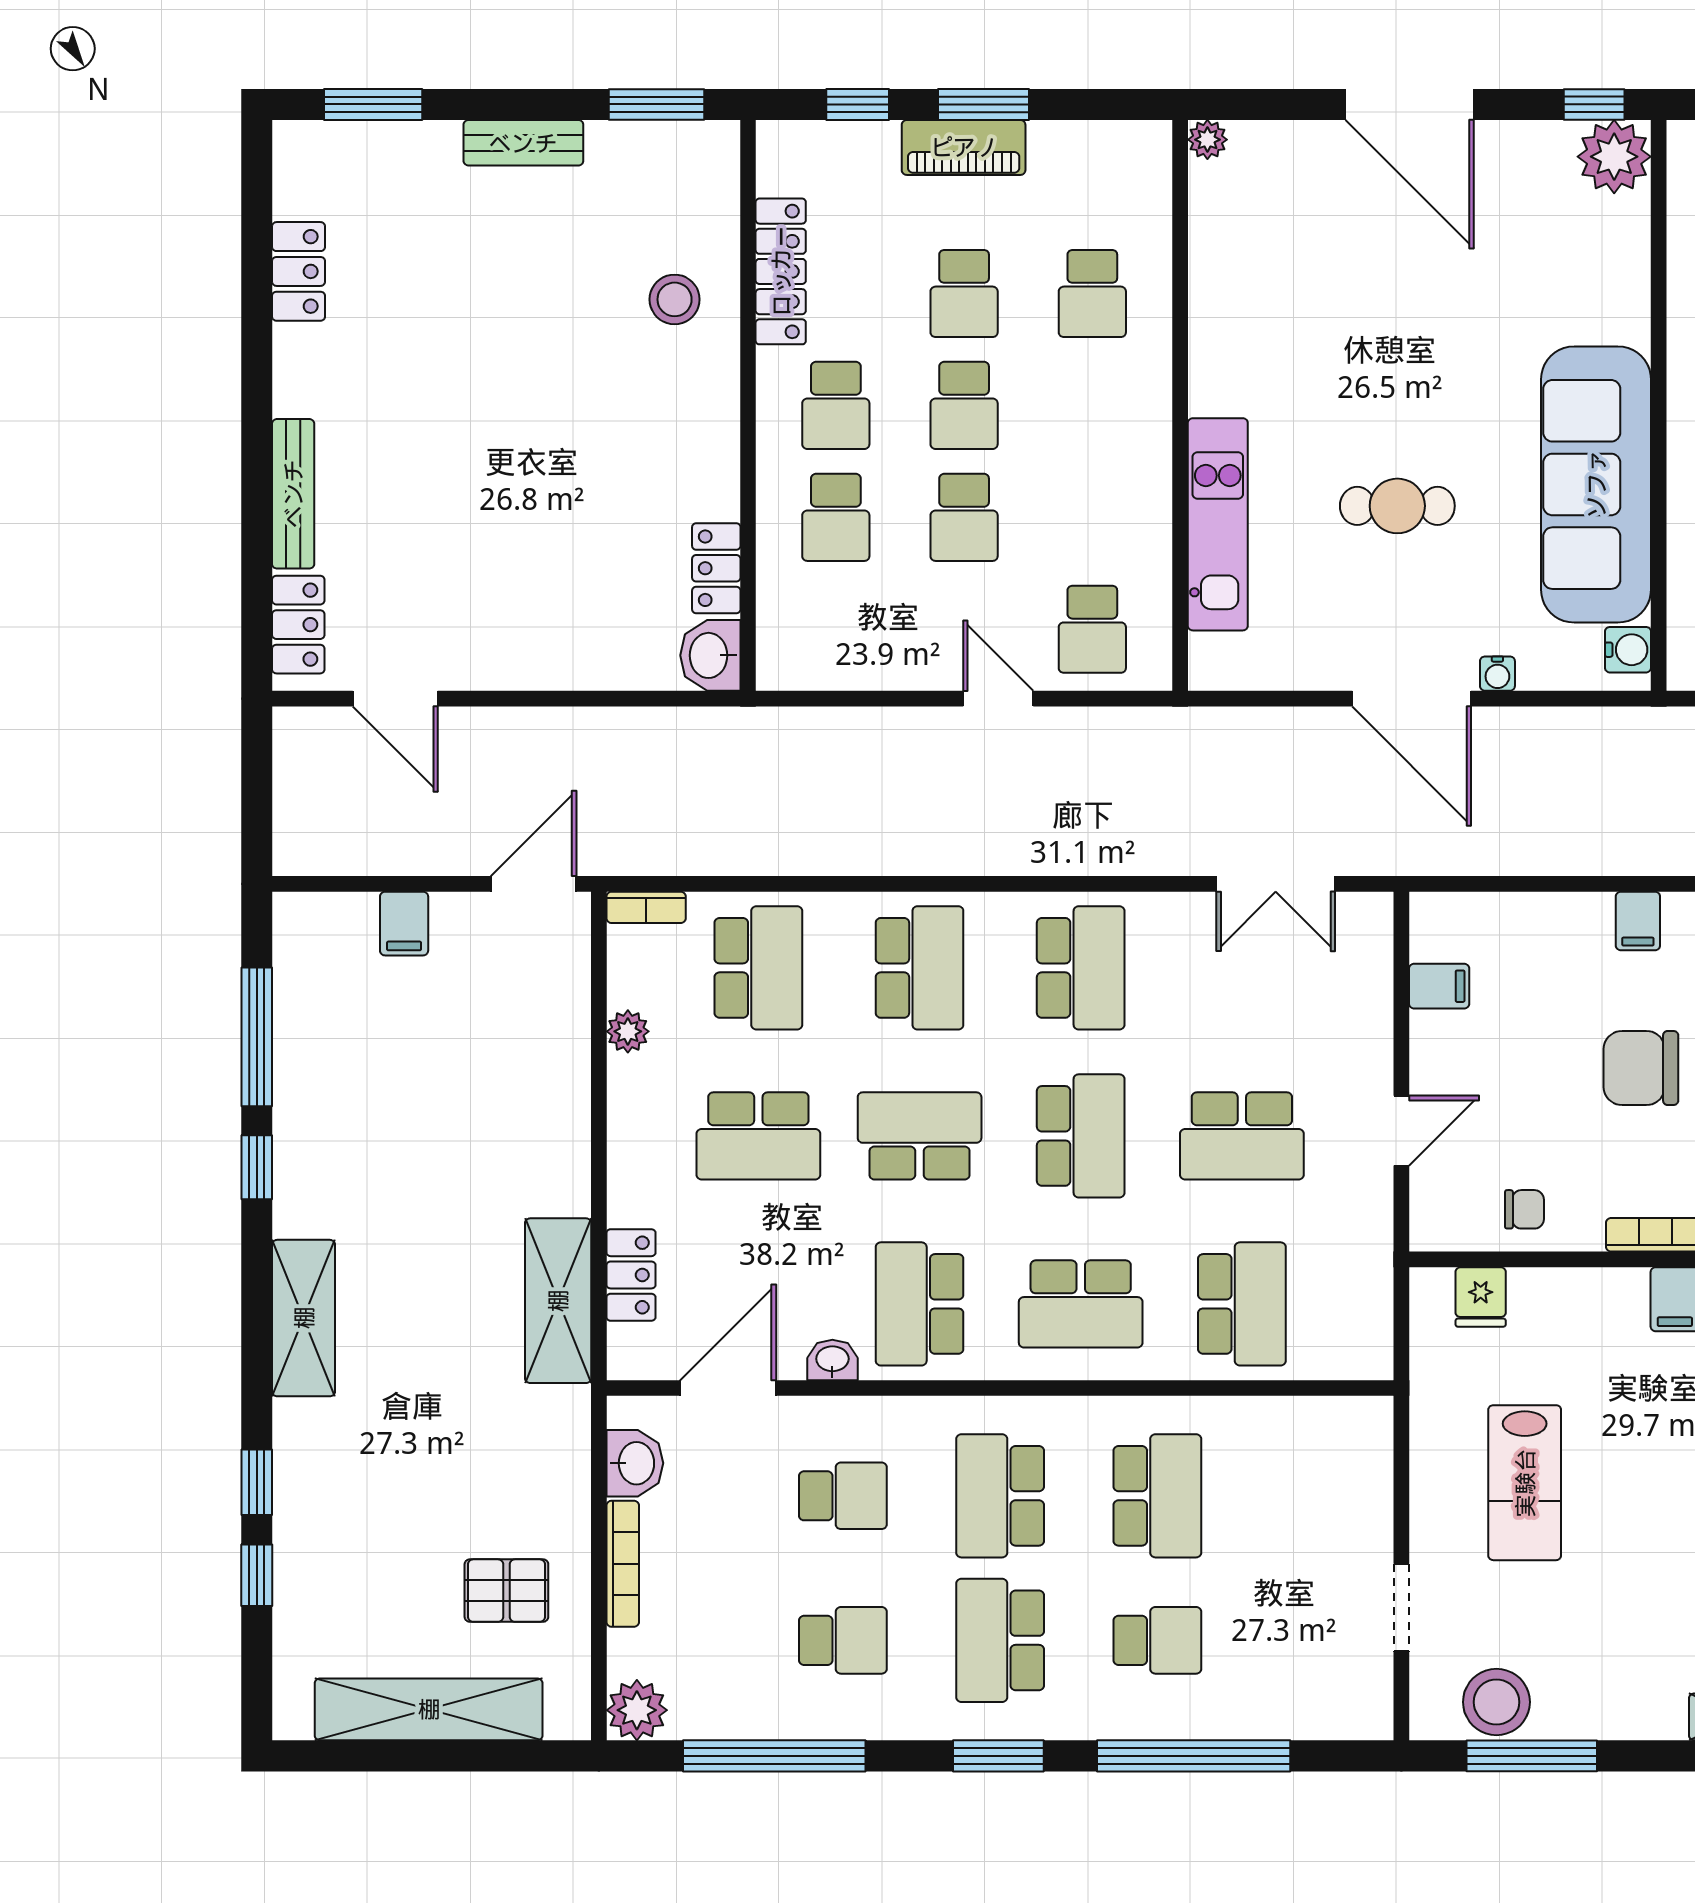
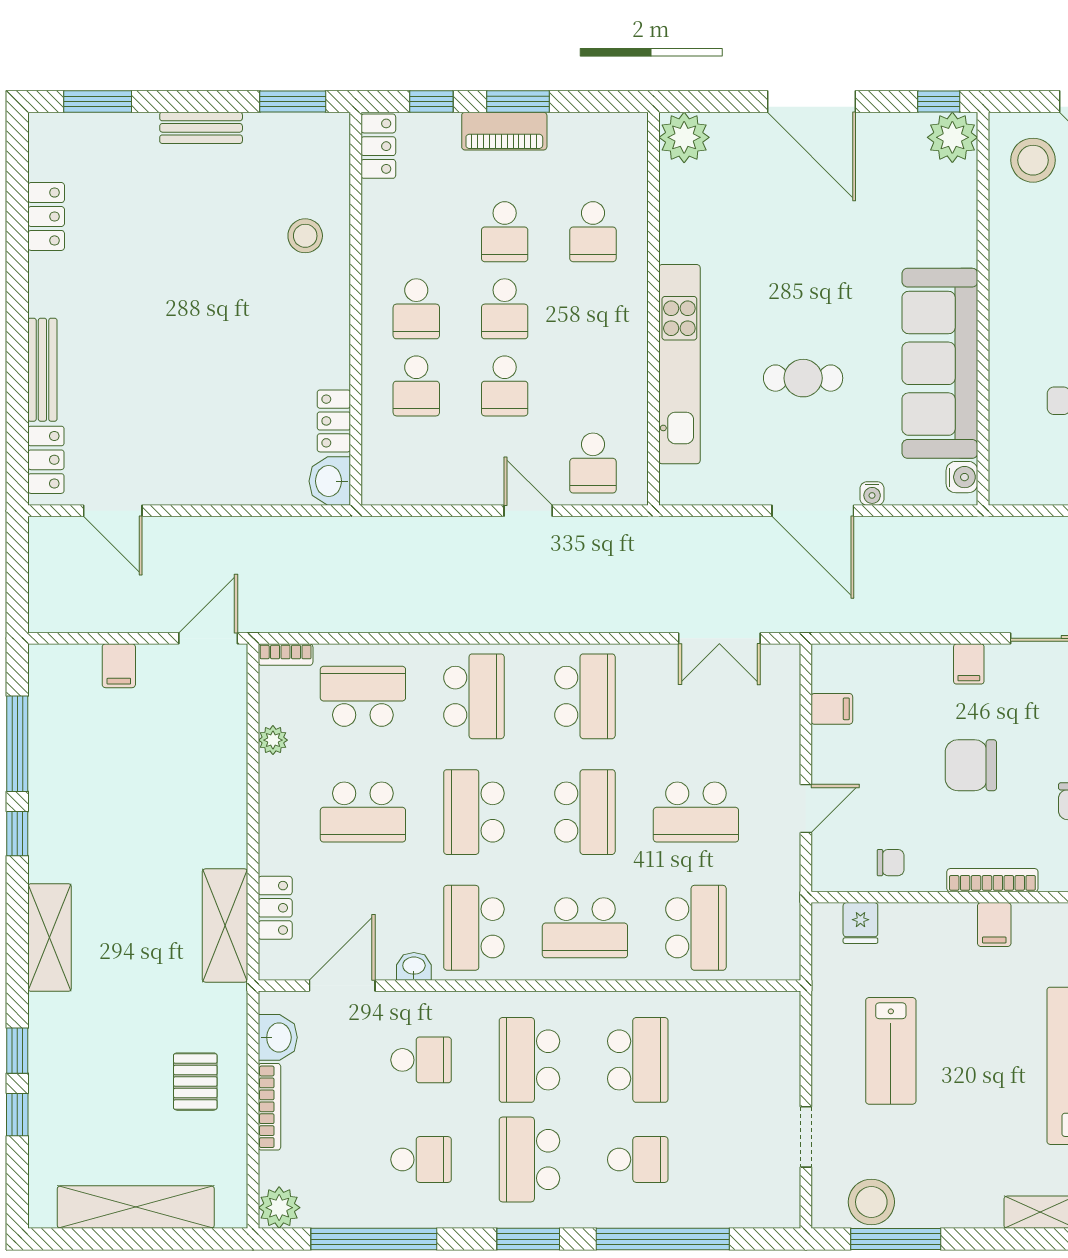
plant: (1207, 140) -> (684, 137), width x1.87, depth x1.87
locker: (781, 271) -> (378, 146), moved, width x0.66
kitchen unit: (1218, 524) -> (679, 364), width x1.36
school desk: (758, 968) -> (363, 696), turned -90
school desk: (920, 1136) -> (474, 812), turned -90
pallet: (506, 1591) -> (195, 1082), moved, turned 90

